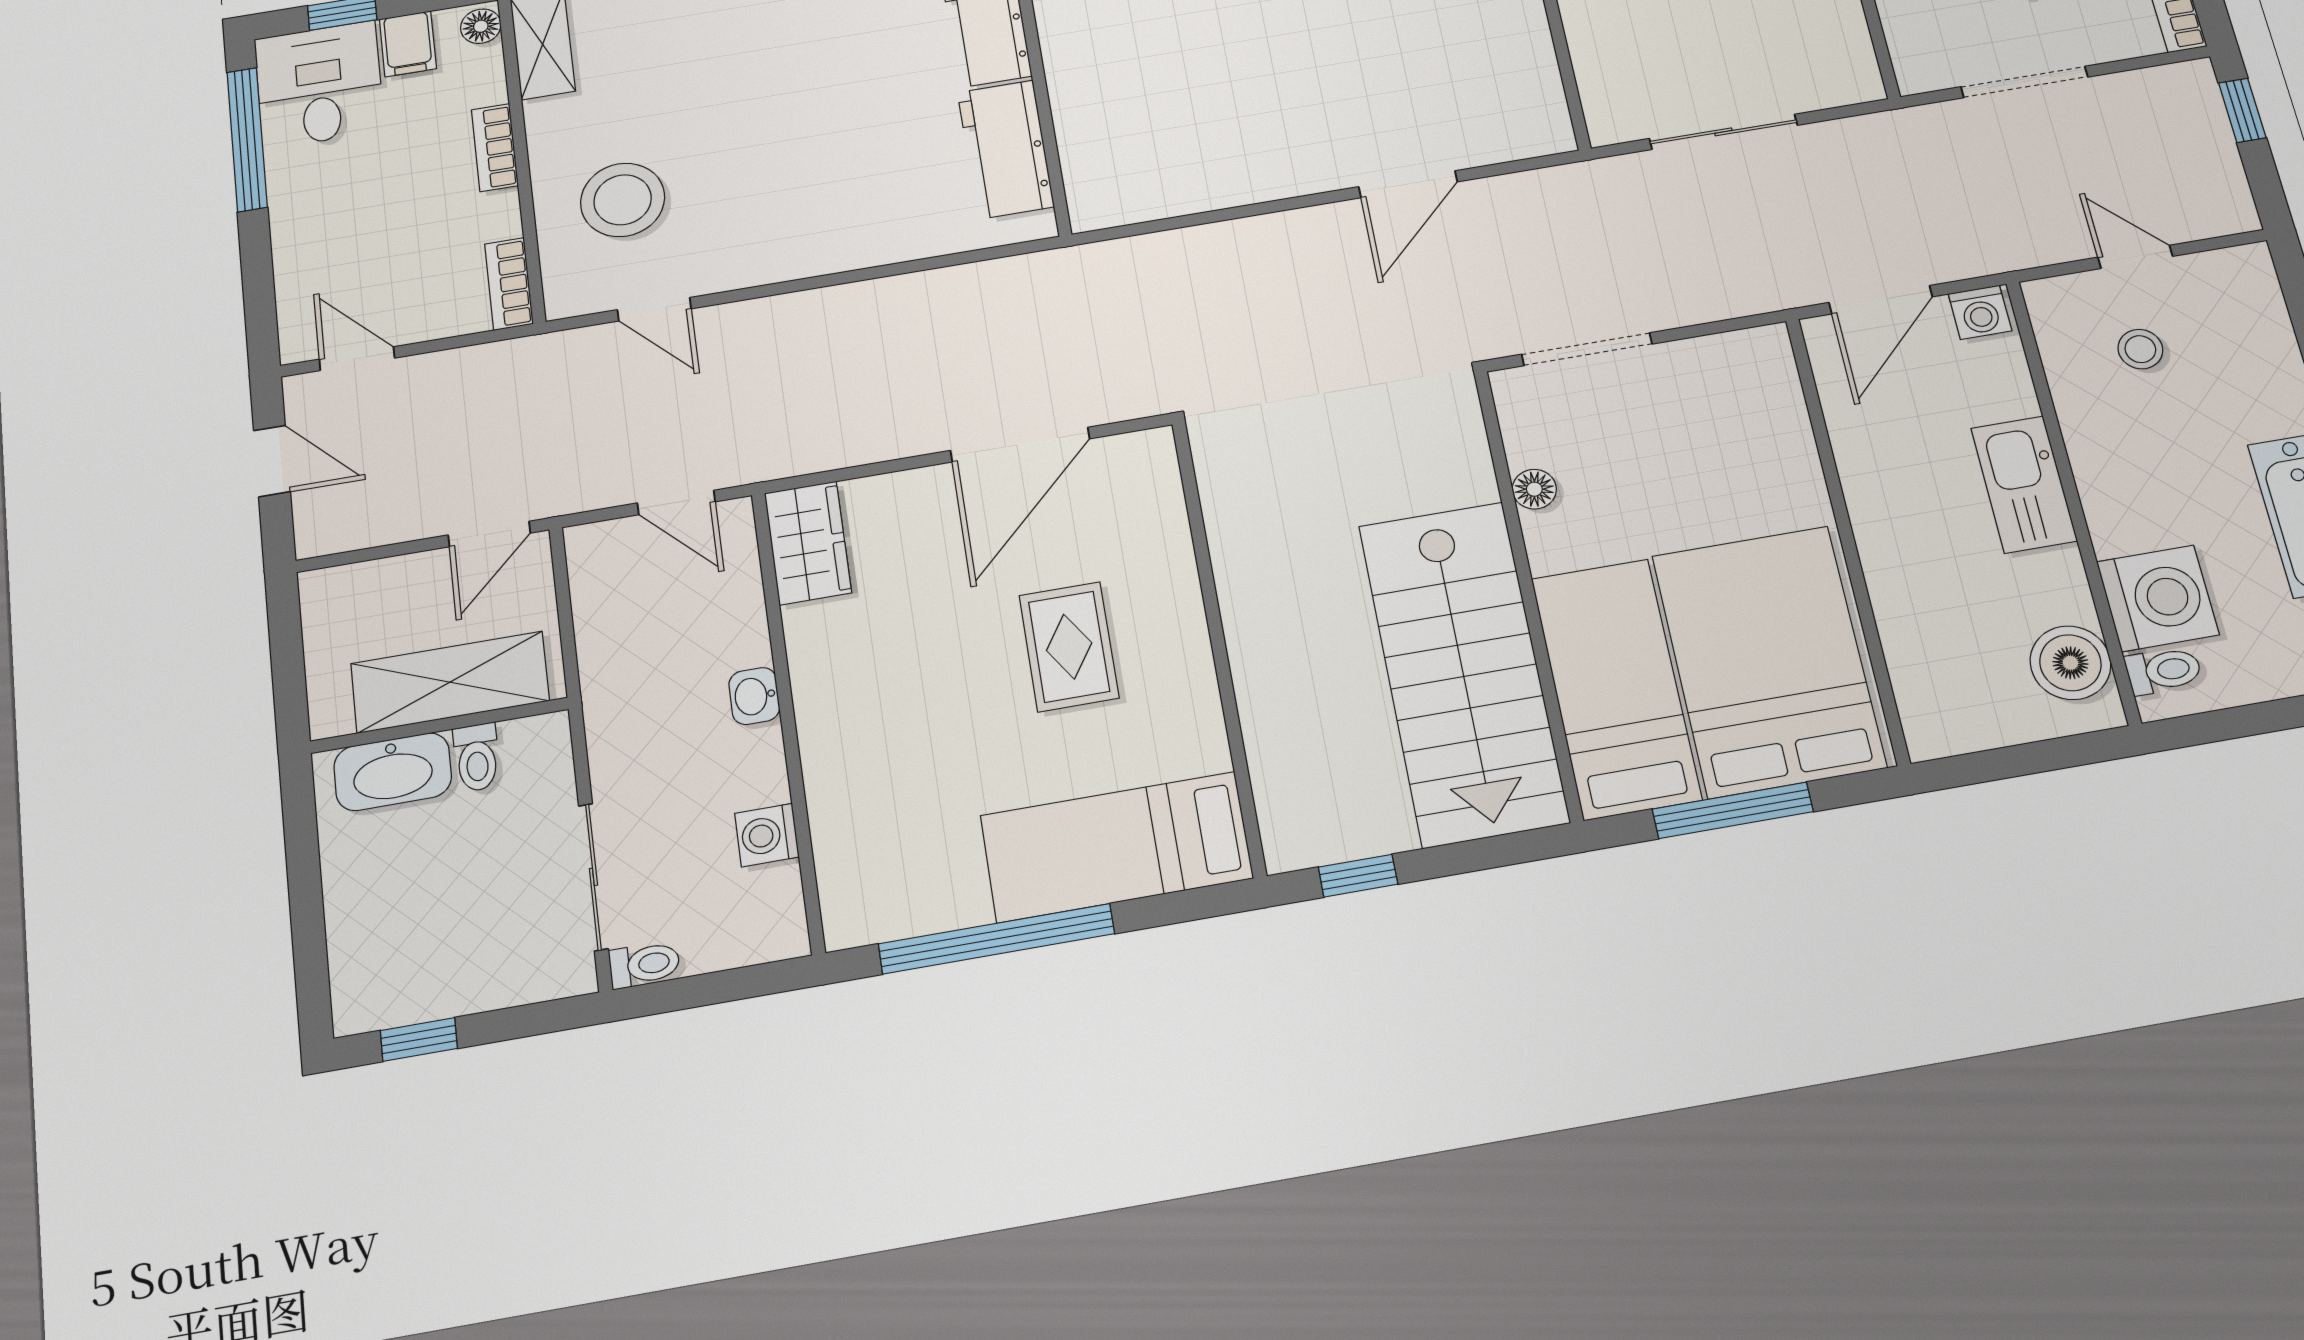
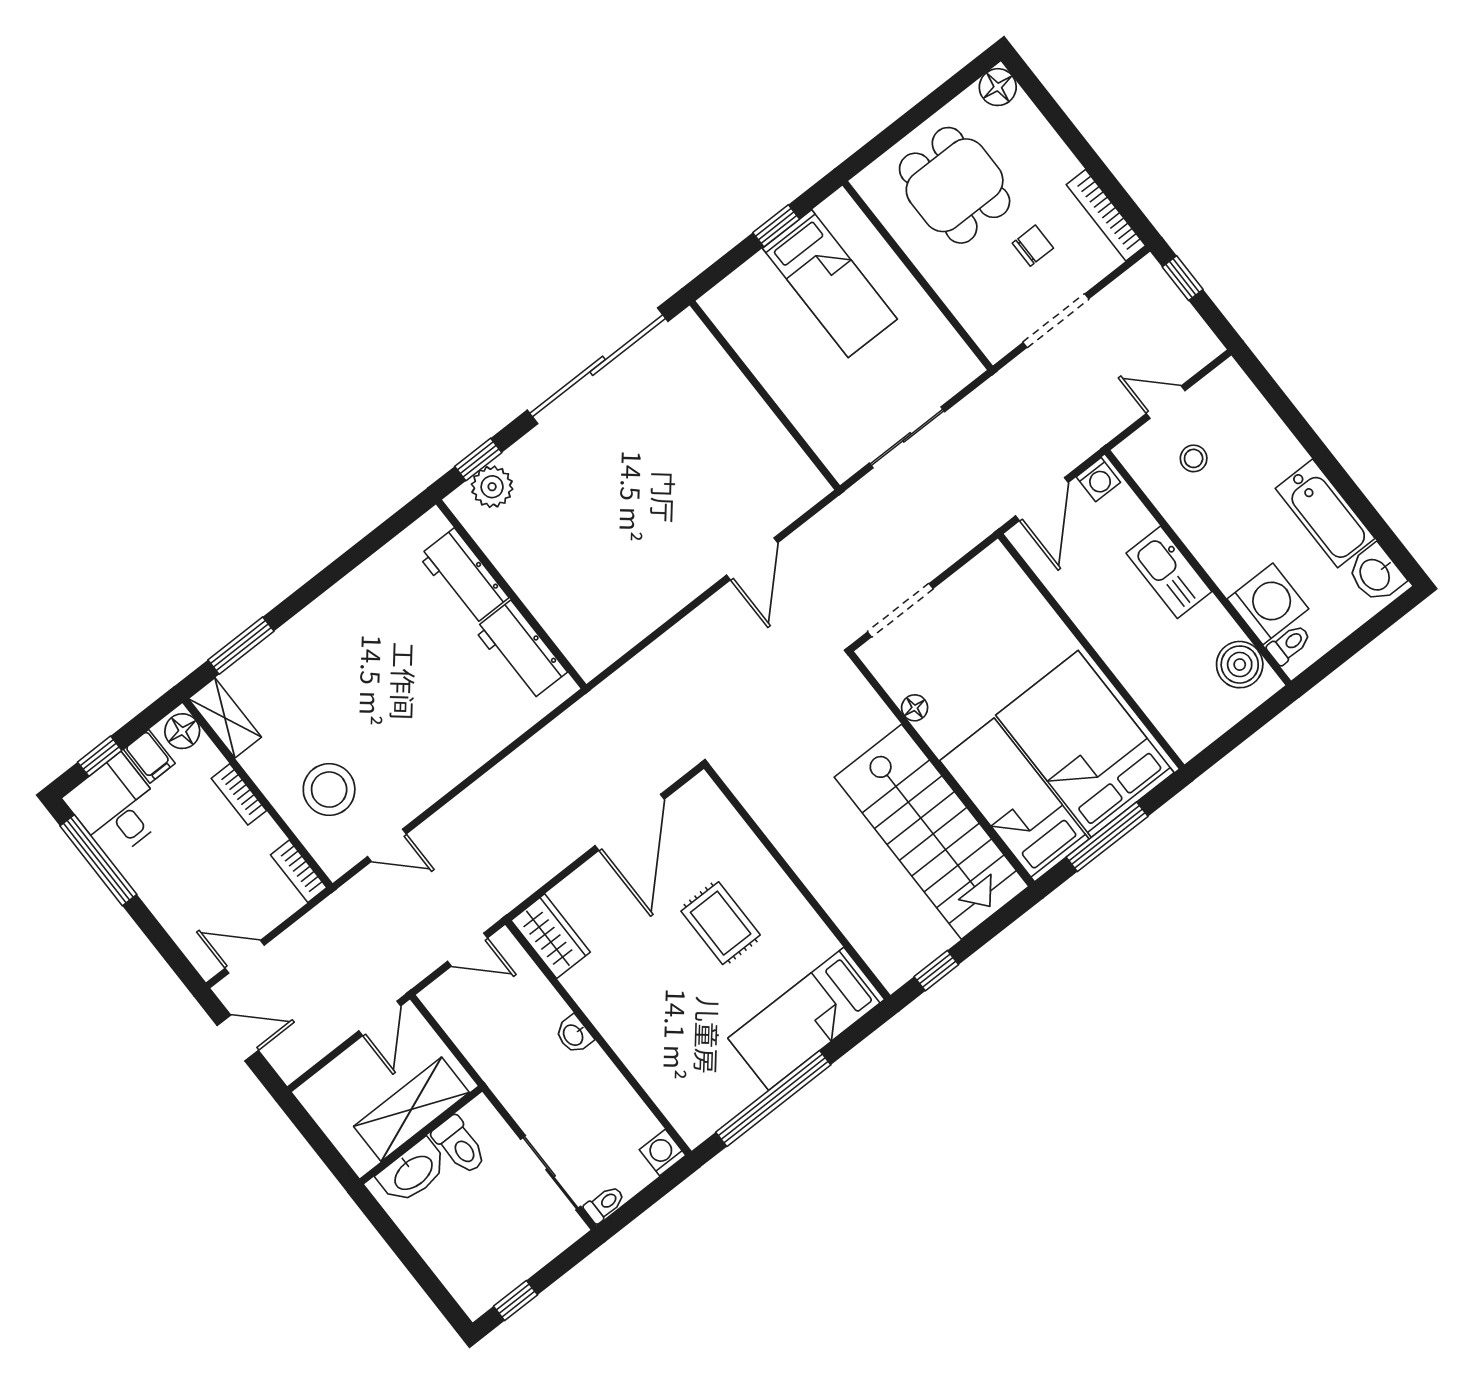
floor lamp: (481, 26) -> (182, 731), width x1.37, depth x1.37
toilet: (477, 757) -> (460, 1145), width x1.37, depth x1.39
washing machine: (767, 835) -> (662, 1153), moved, turned 90

